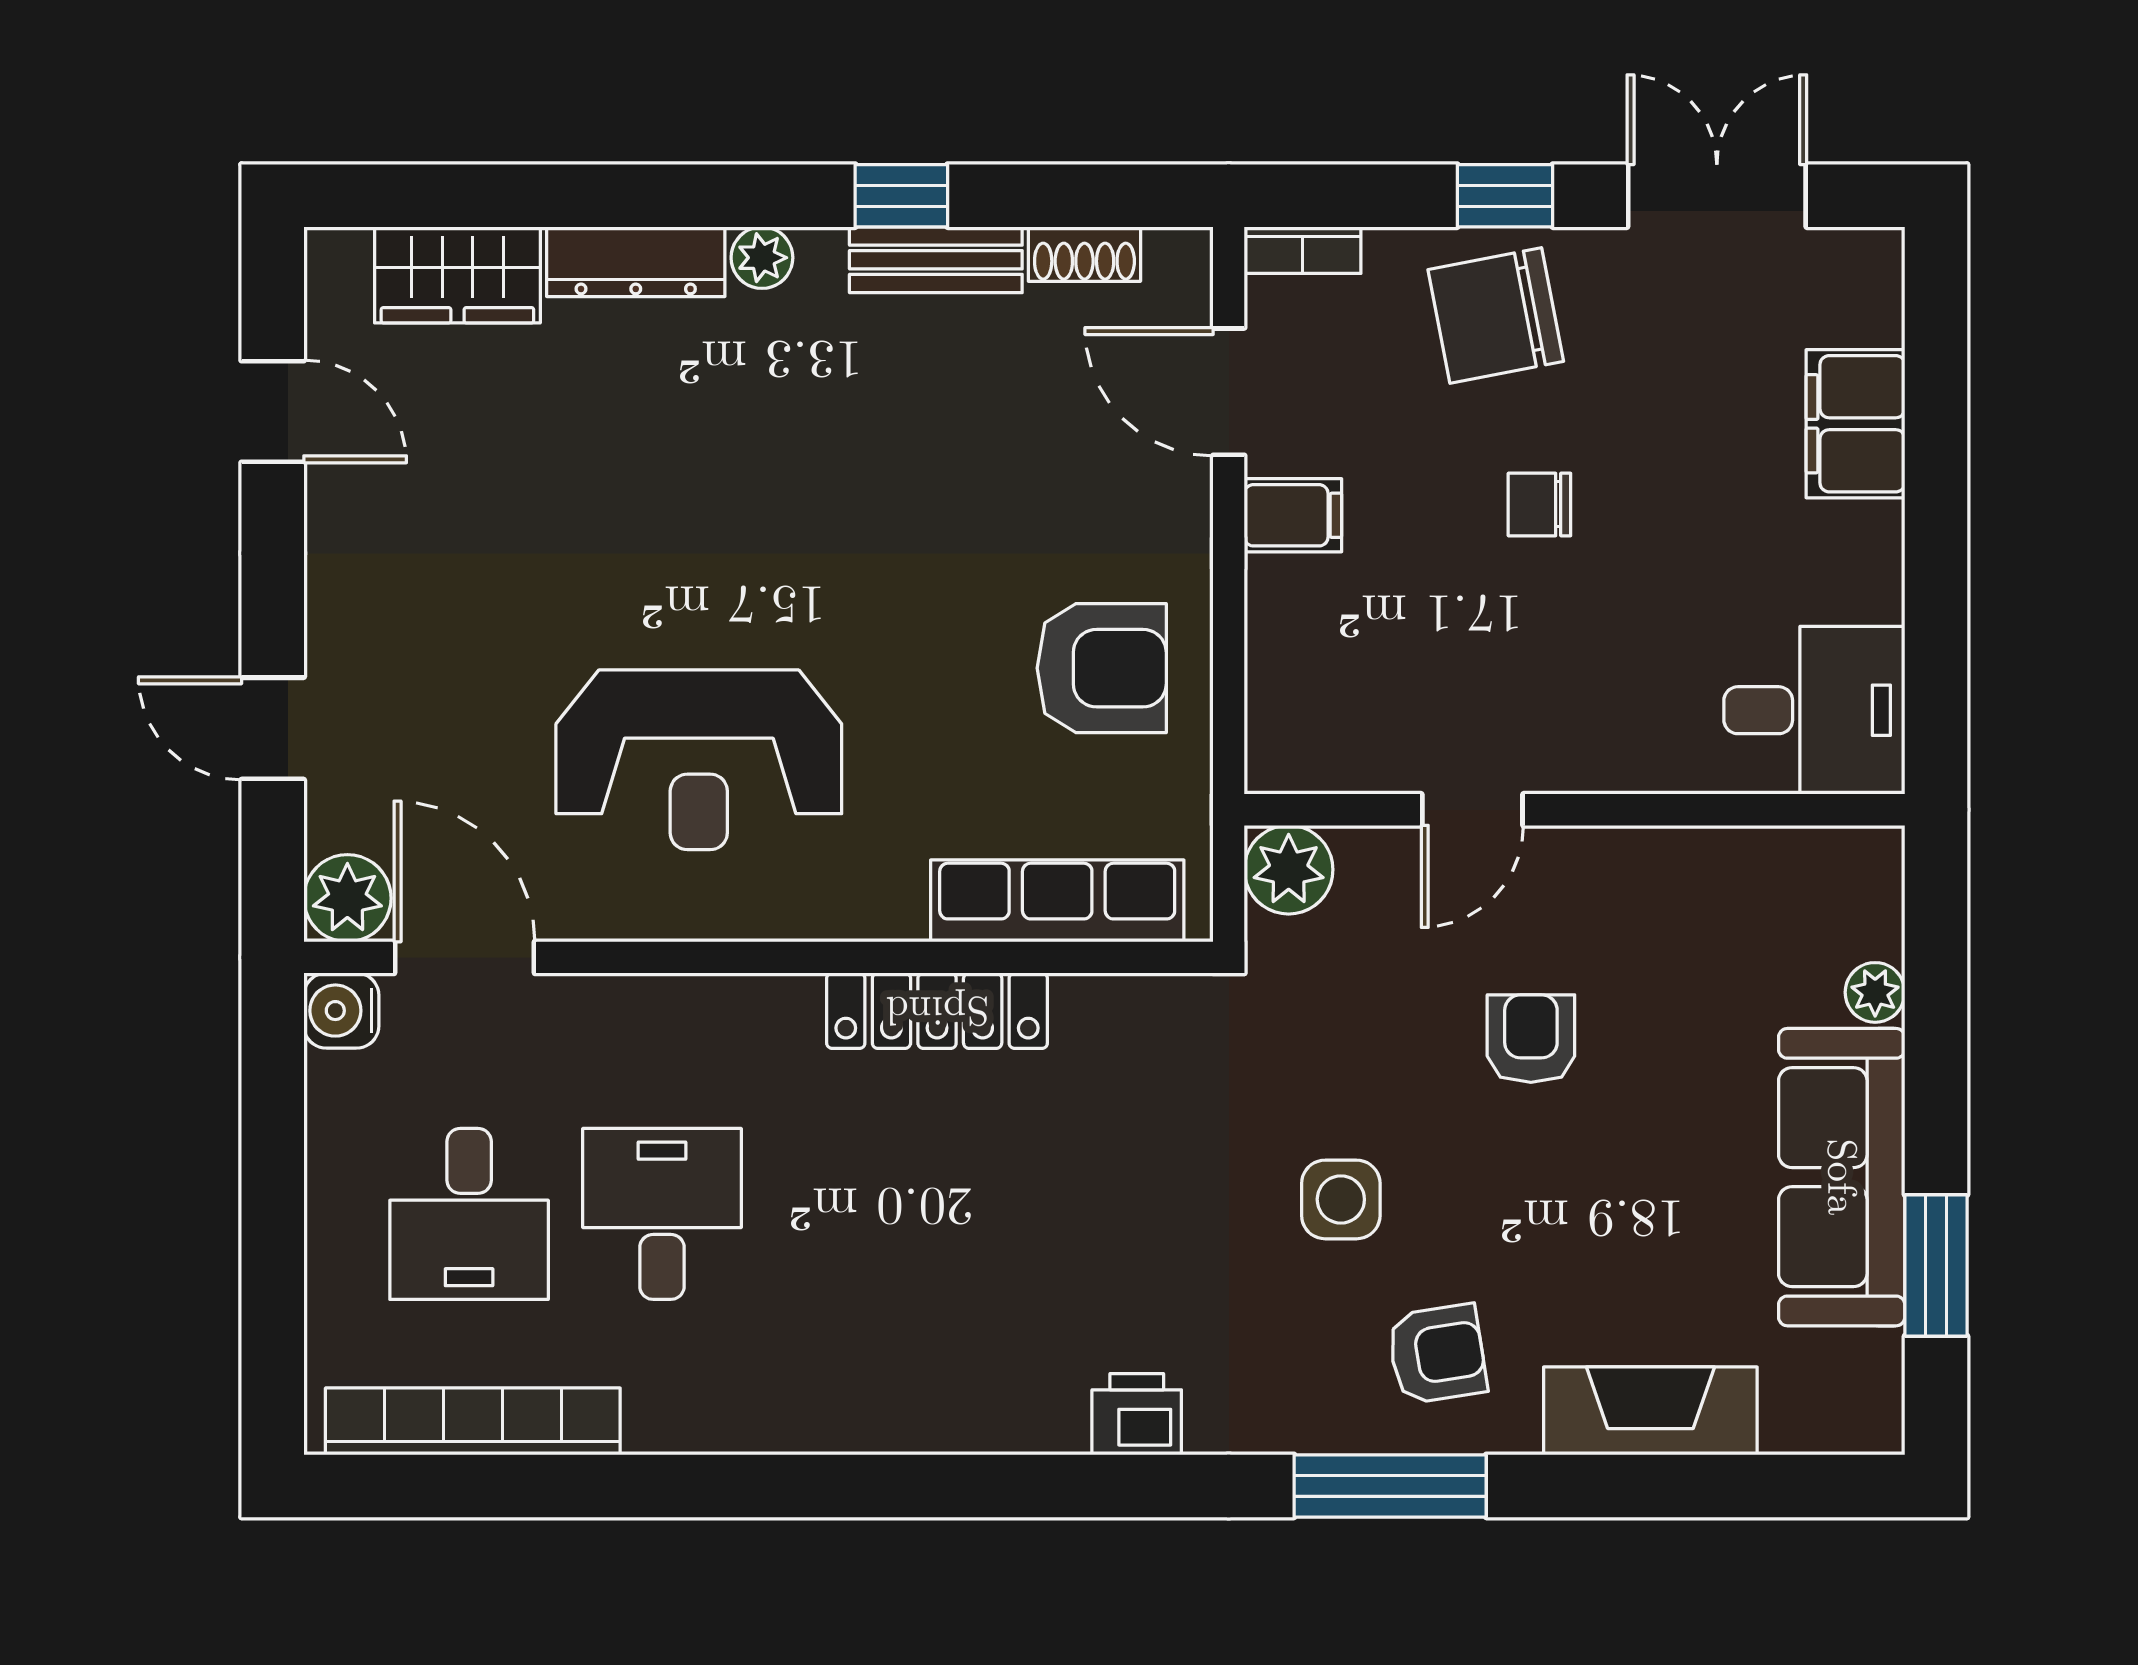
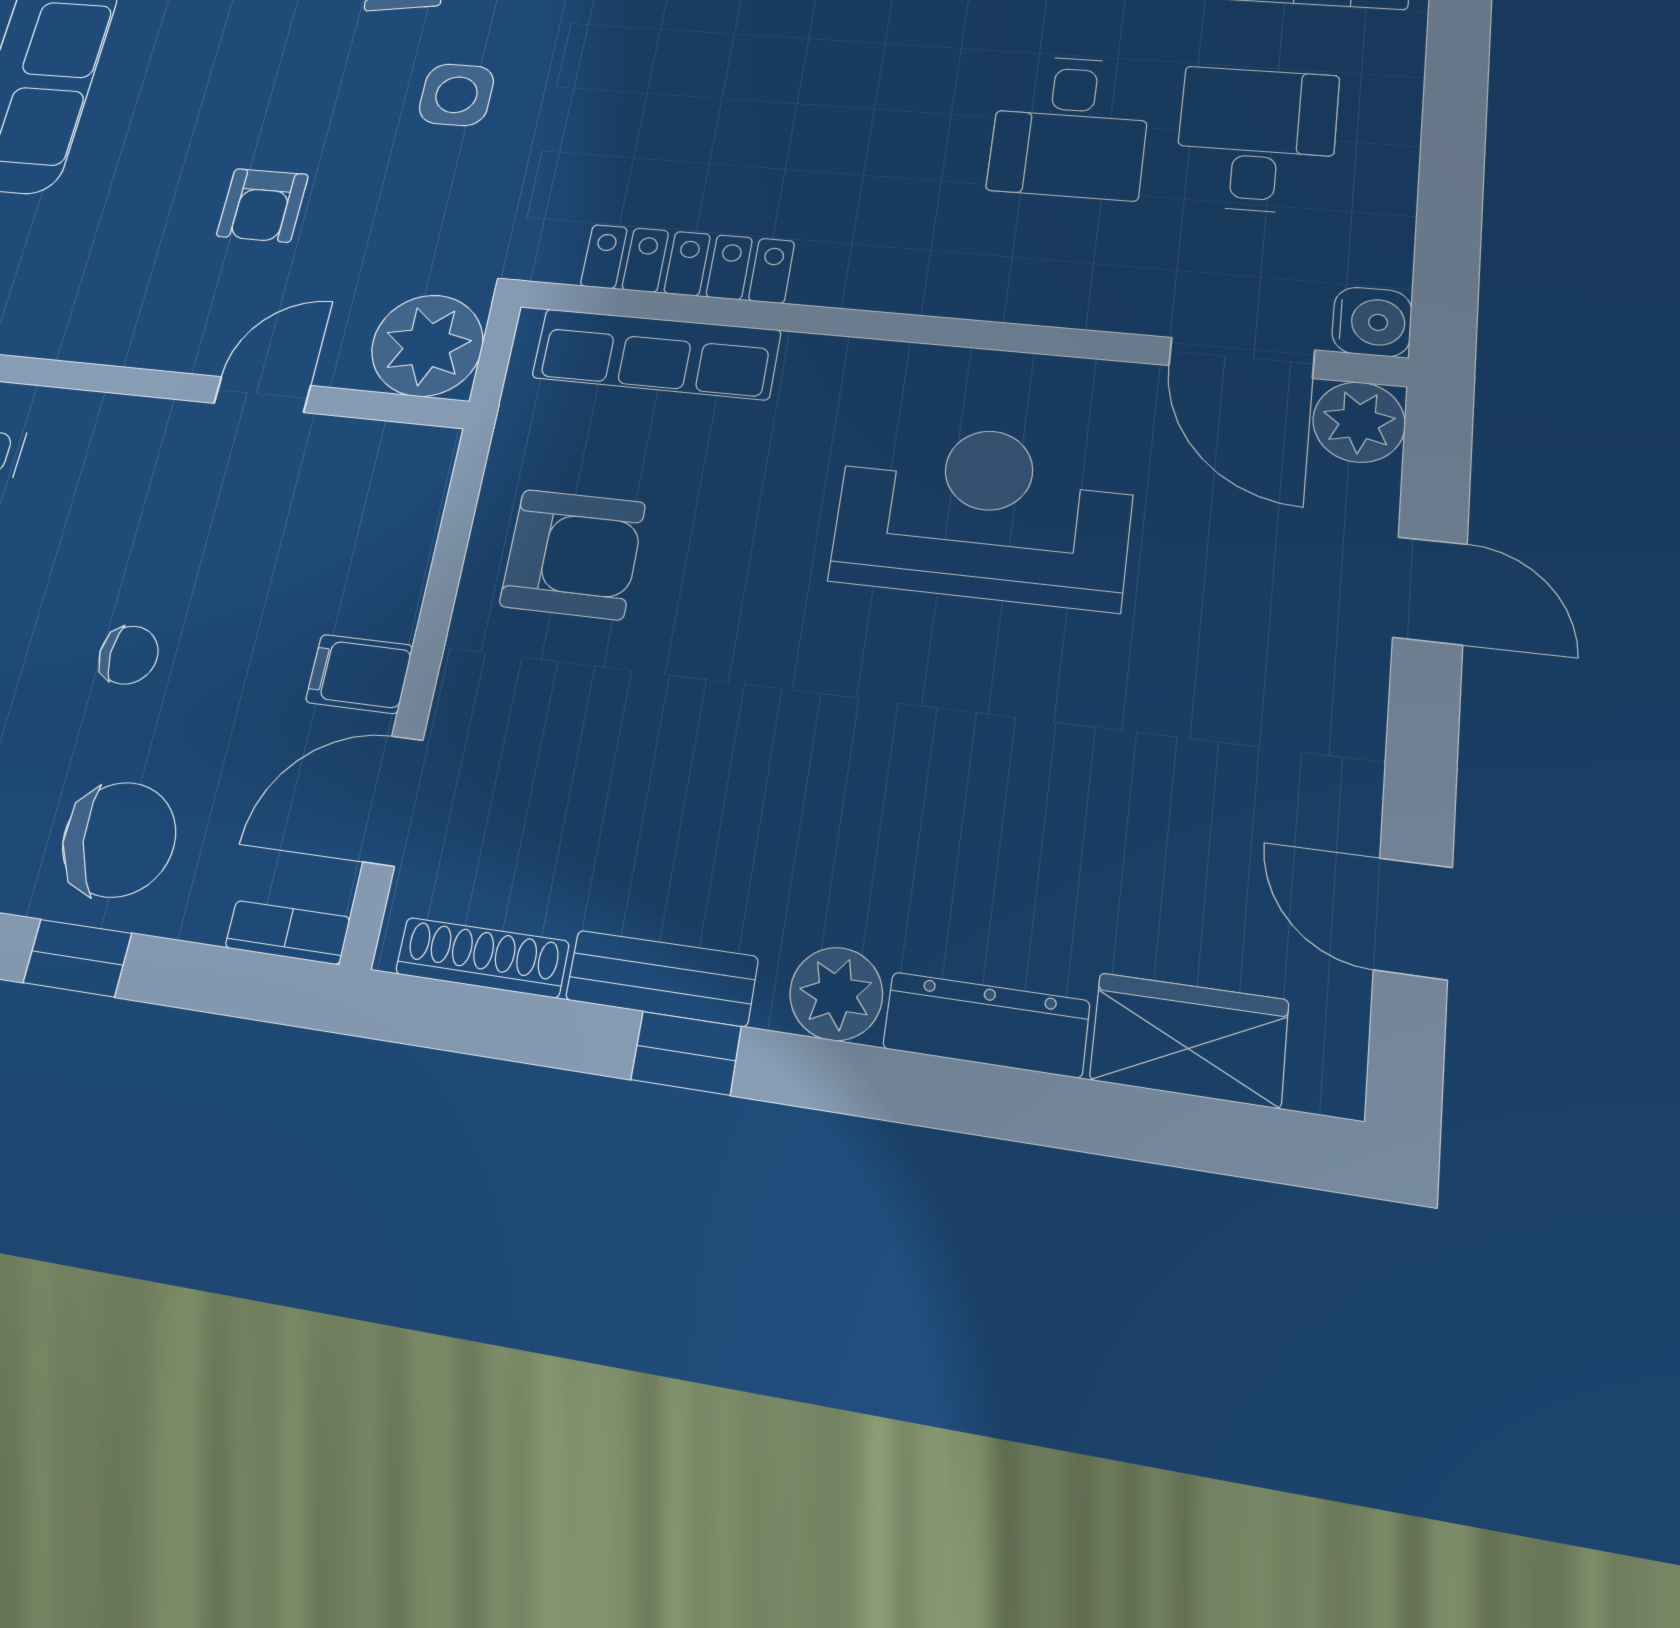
shoe rack: (1084, 254) -> (482, 958), width x1.43
plant: (762, 258) -> (836, 994), width x1.38, depth x1.38
door: (1229, 392) -> (393, 801), swing flipped
armchair: (1102, 668) -> (573, 554), turned 180
plant: (1289, 870) -> (427, 346), width x1.36, depth x1.36
locker: (937, 1011) -> (687, 264), moved

